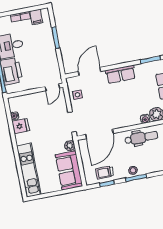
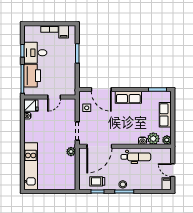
door: (90, 72) -> (101, 89), swing flipped
door: (52, 87) -> (54, 97), moved
fridge: (21, 126) -> (31, 106), moved
sofa: (69, 170) -> (66, 173), removed

